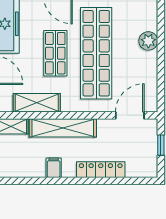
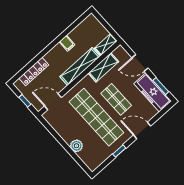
door: (130, 115) -> (53, 102), swing flipped
locker: (101, 170) -> (34, 71), moved

